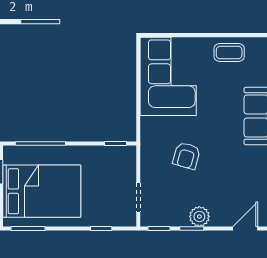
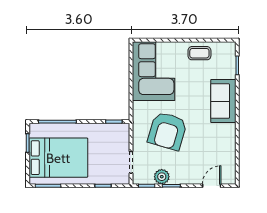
armchair: (187, 156) -> (167, 131), width x1.88, depth x1.88
plant: (199, 216) -> (162, 177), moved

